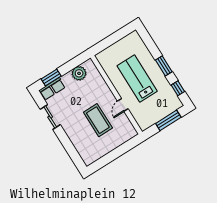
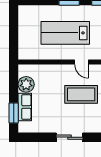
row of seats: (52, 89) -> (25, 107), moved
sliding door: (50, 117) -> (69, 137), moved

